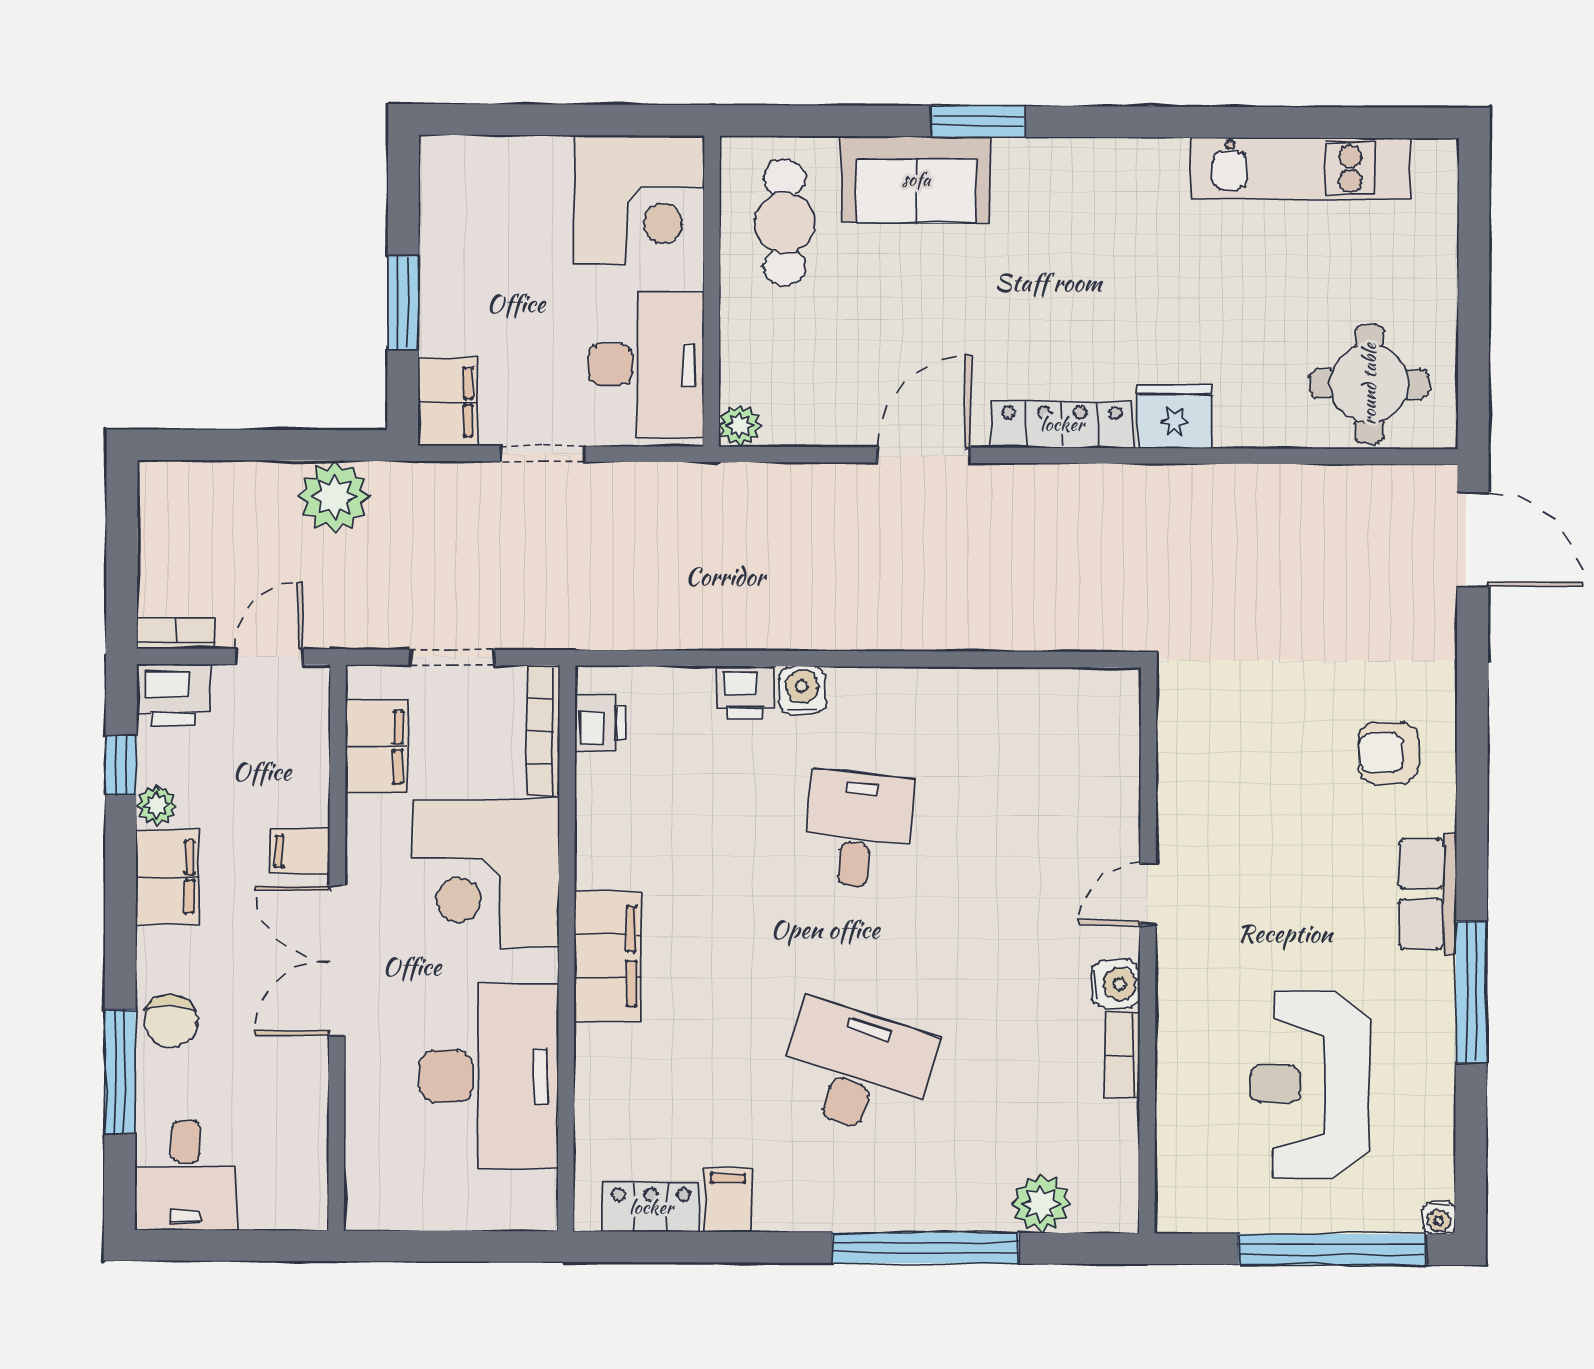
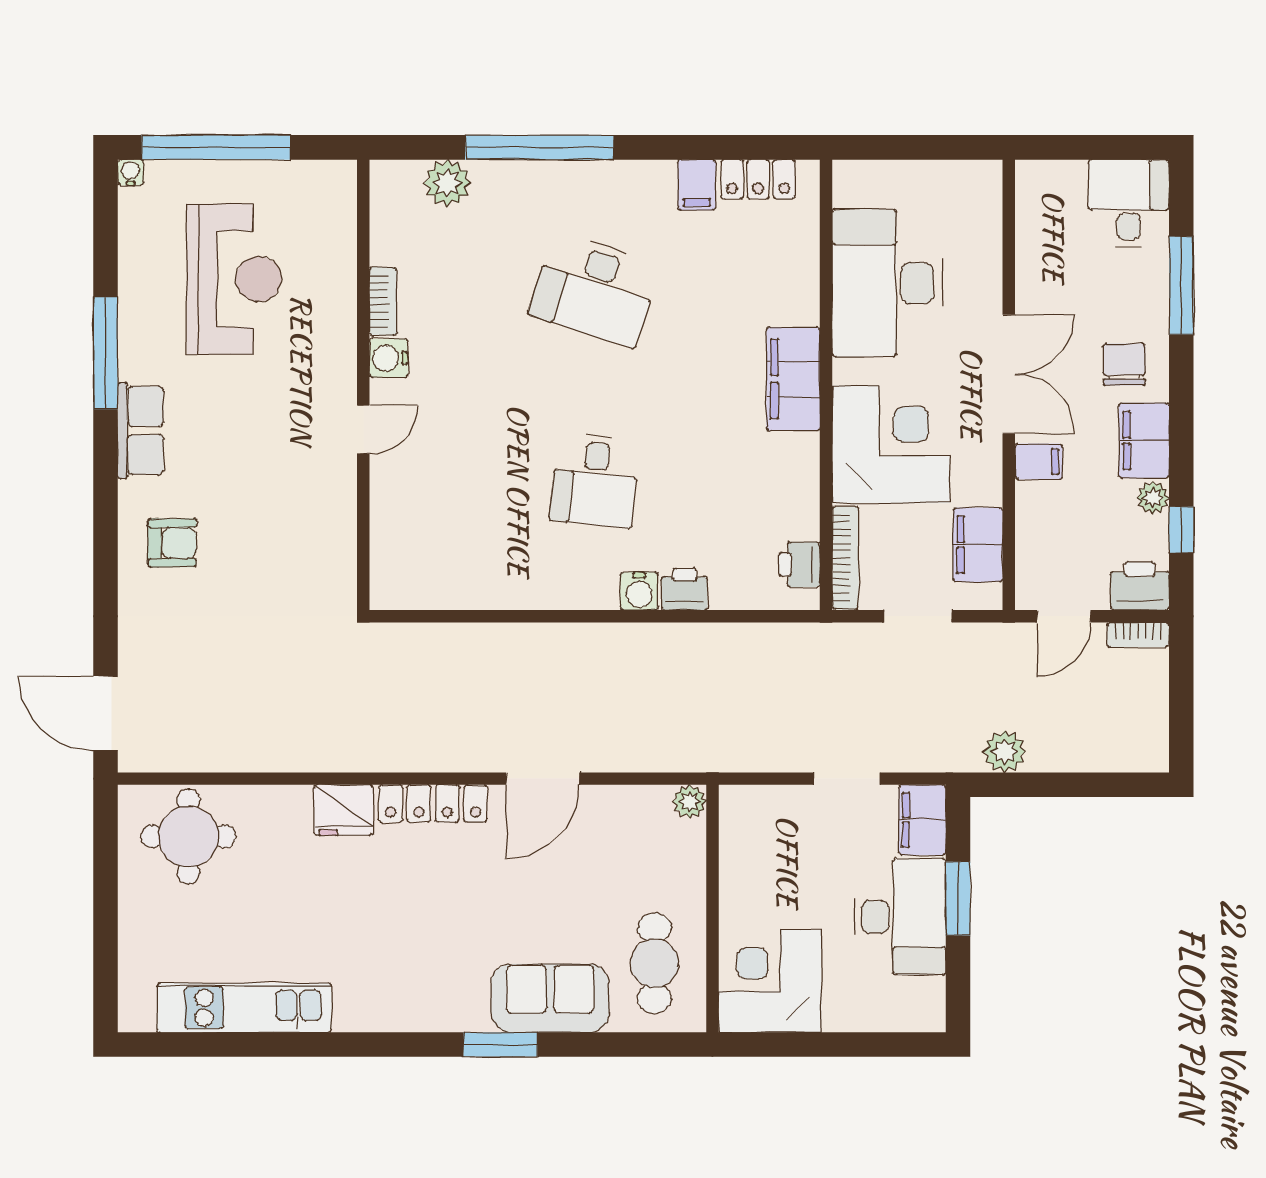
desk: (646, 365) -> (900, 917), moved, turned 180
plant: (334, 497) -> (1005, 752), width x0.73, depth x0.73
chair: (171, 1021) -> (1124, 364), moved

